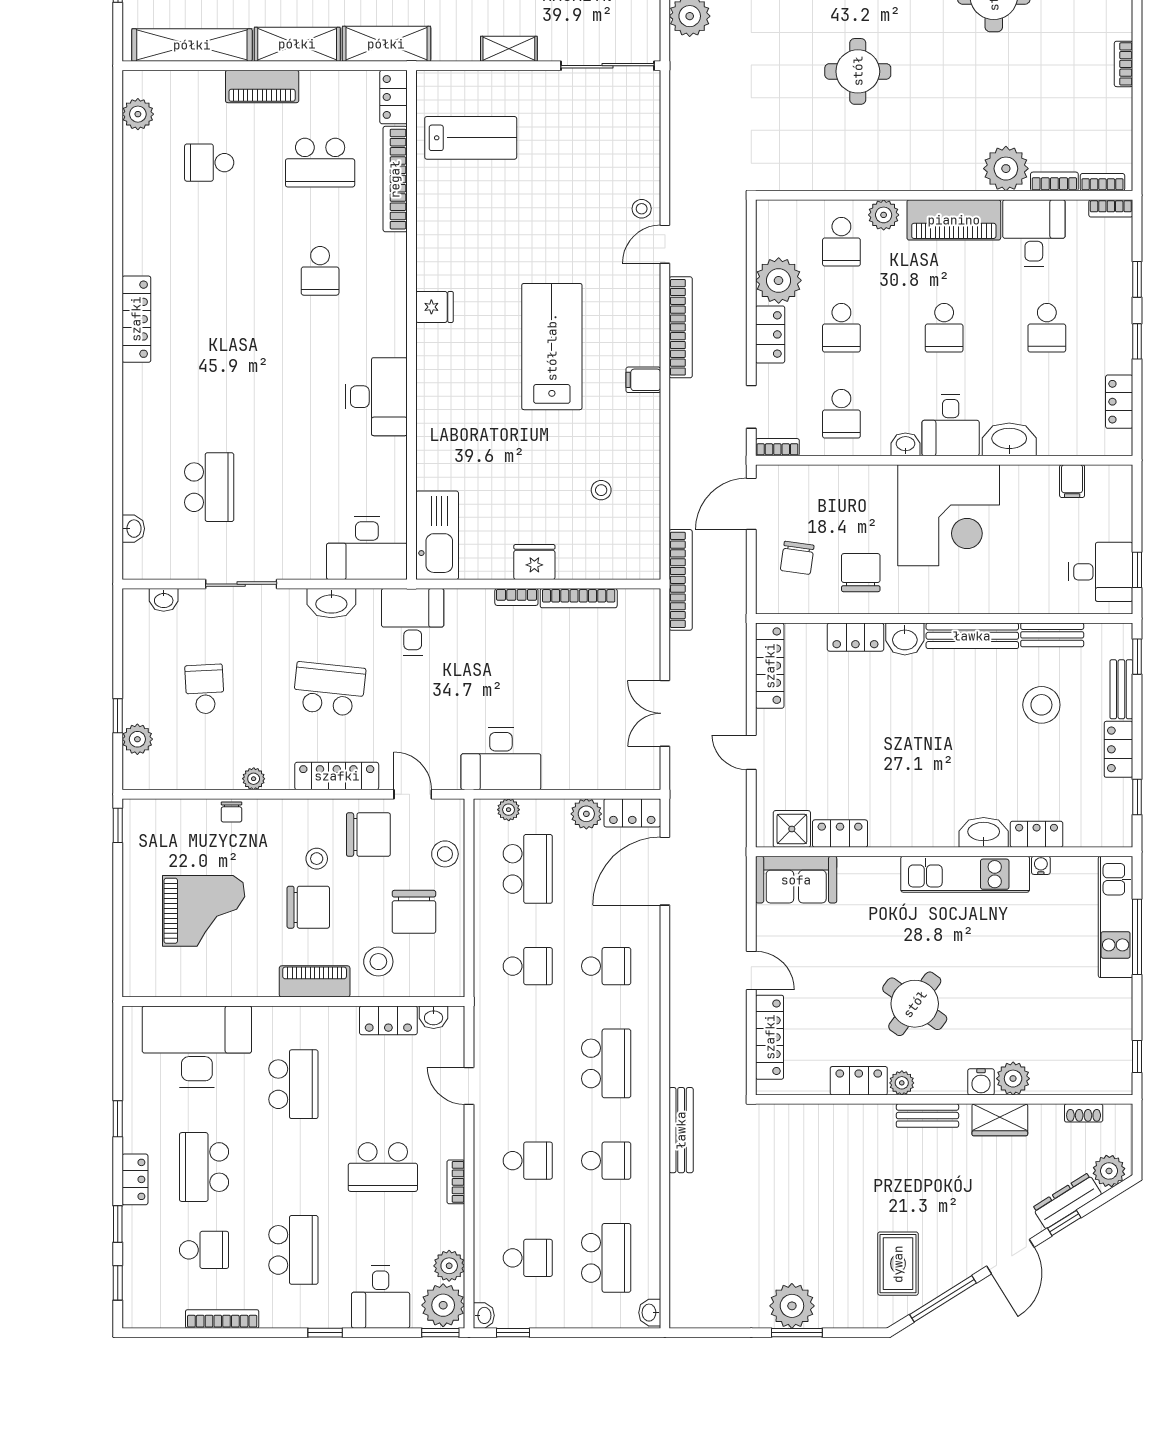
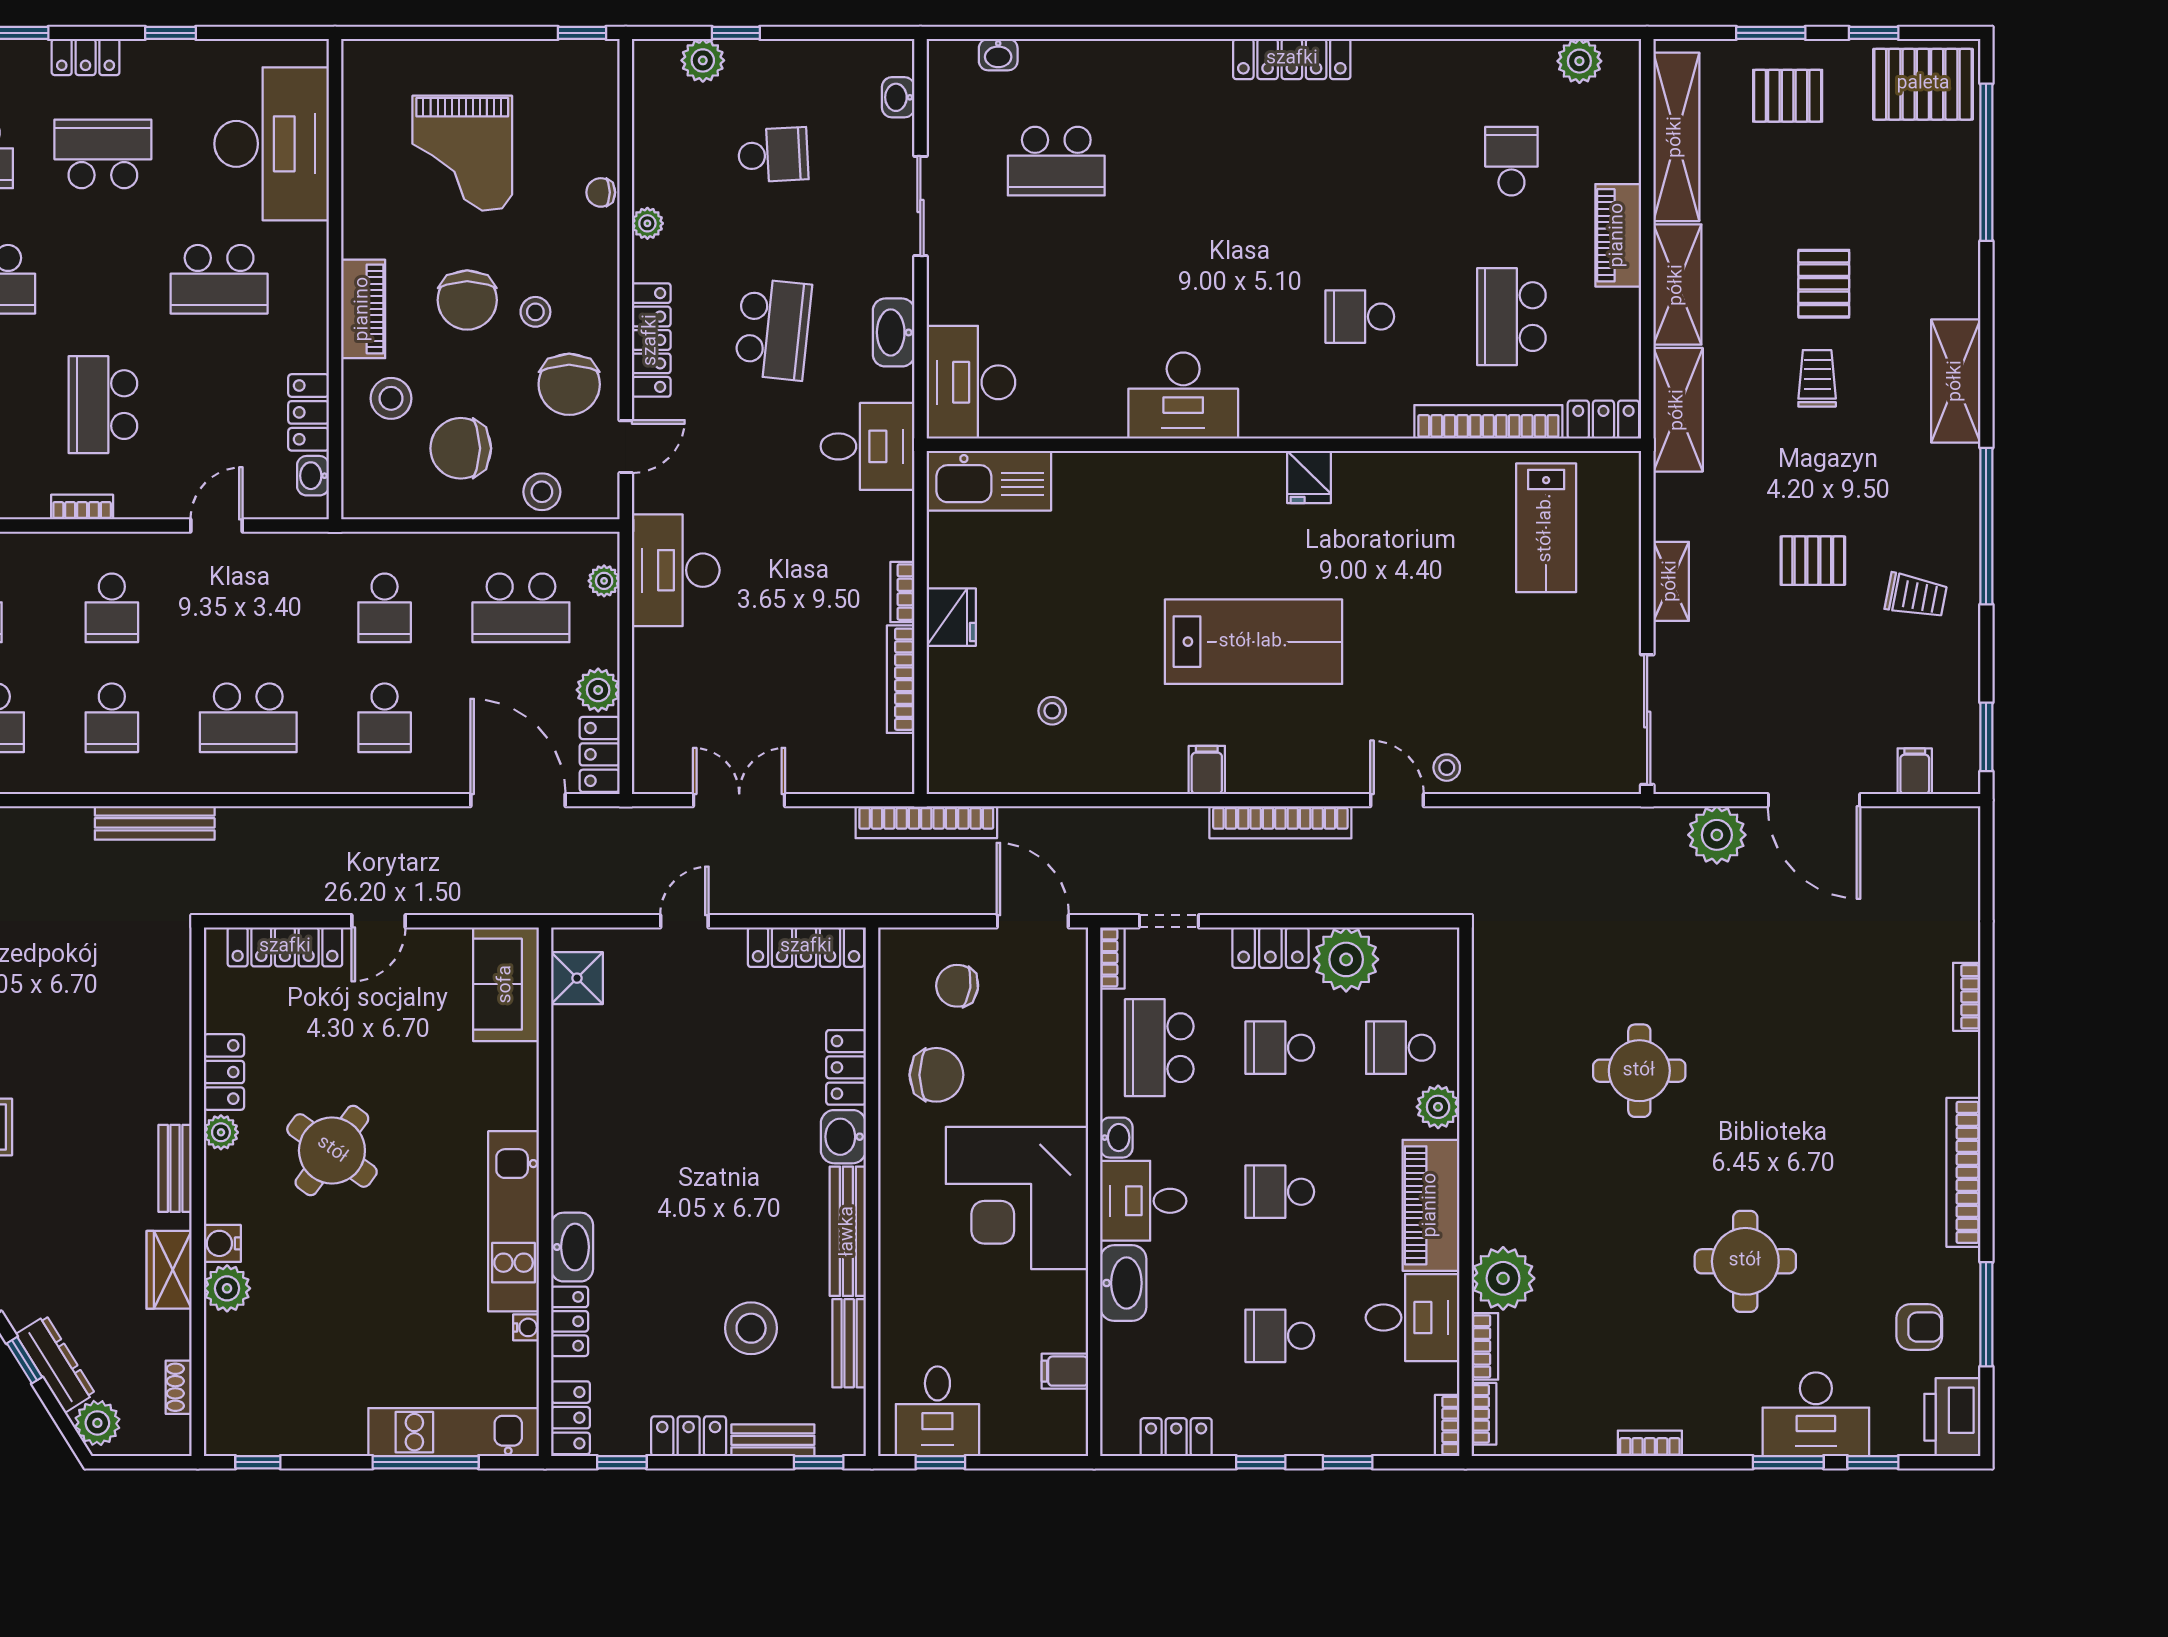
school desk: (841, 414) -> (1159, 1048), width x1.85
locker: (840, 834) -> (570, 1418), moved

